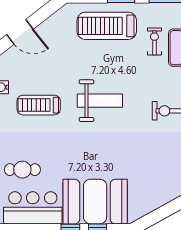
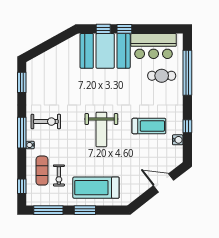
treadmill: (107, 26) -> (96, 188), turned 180
weight bench: (100, 101) -> (101, 129), turned -90

